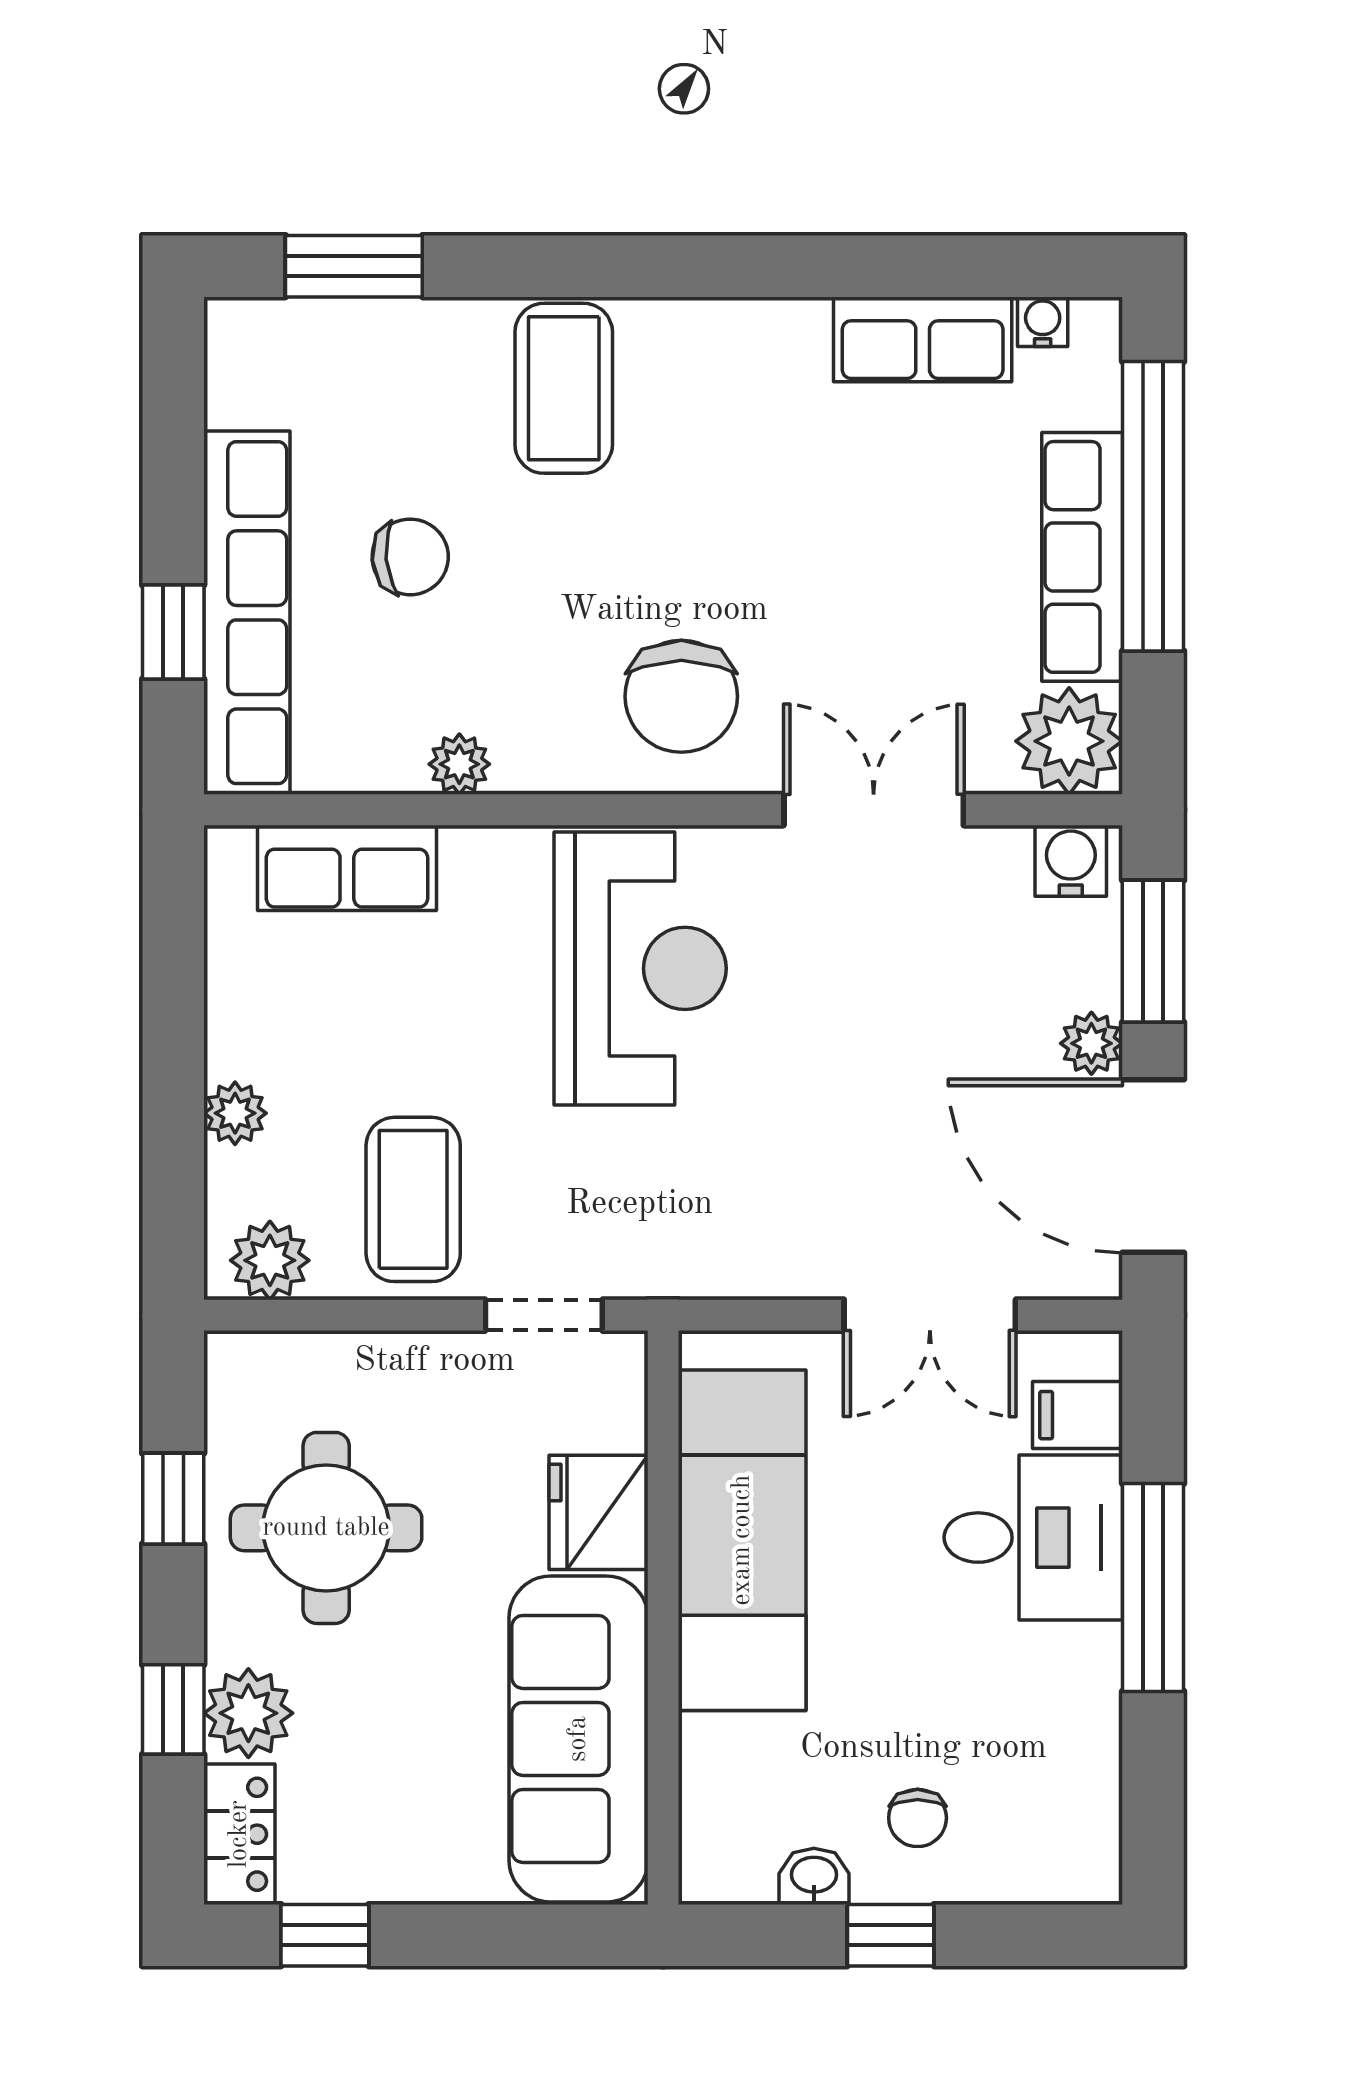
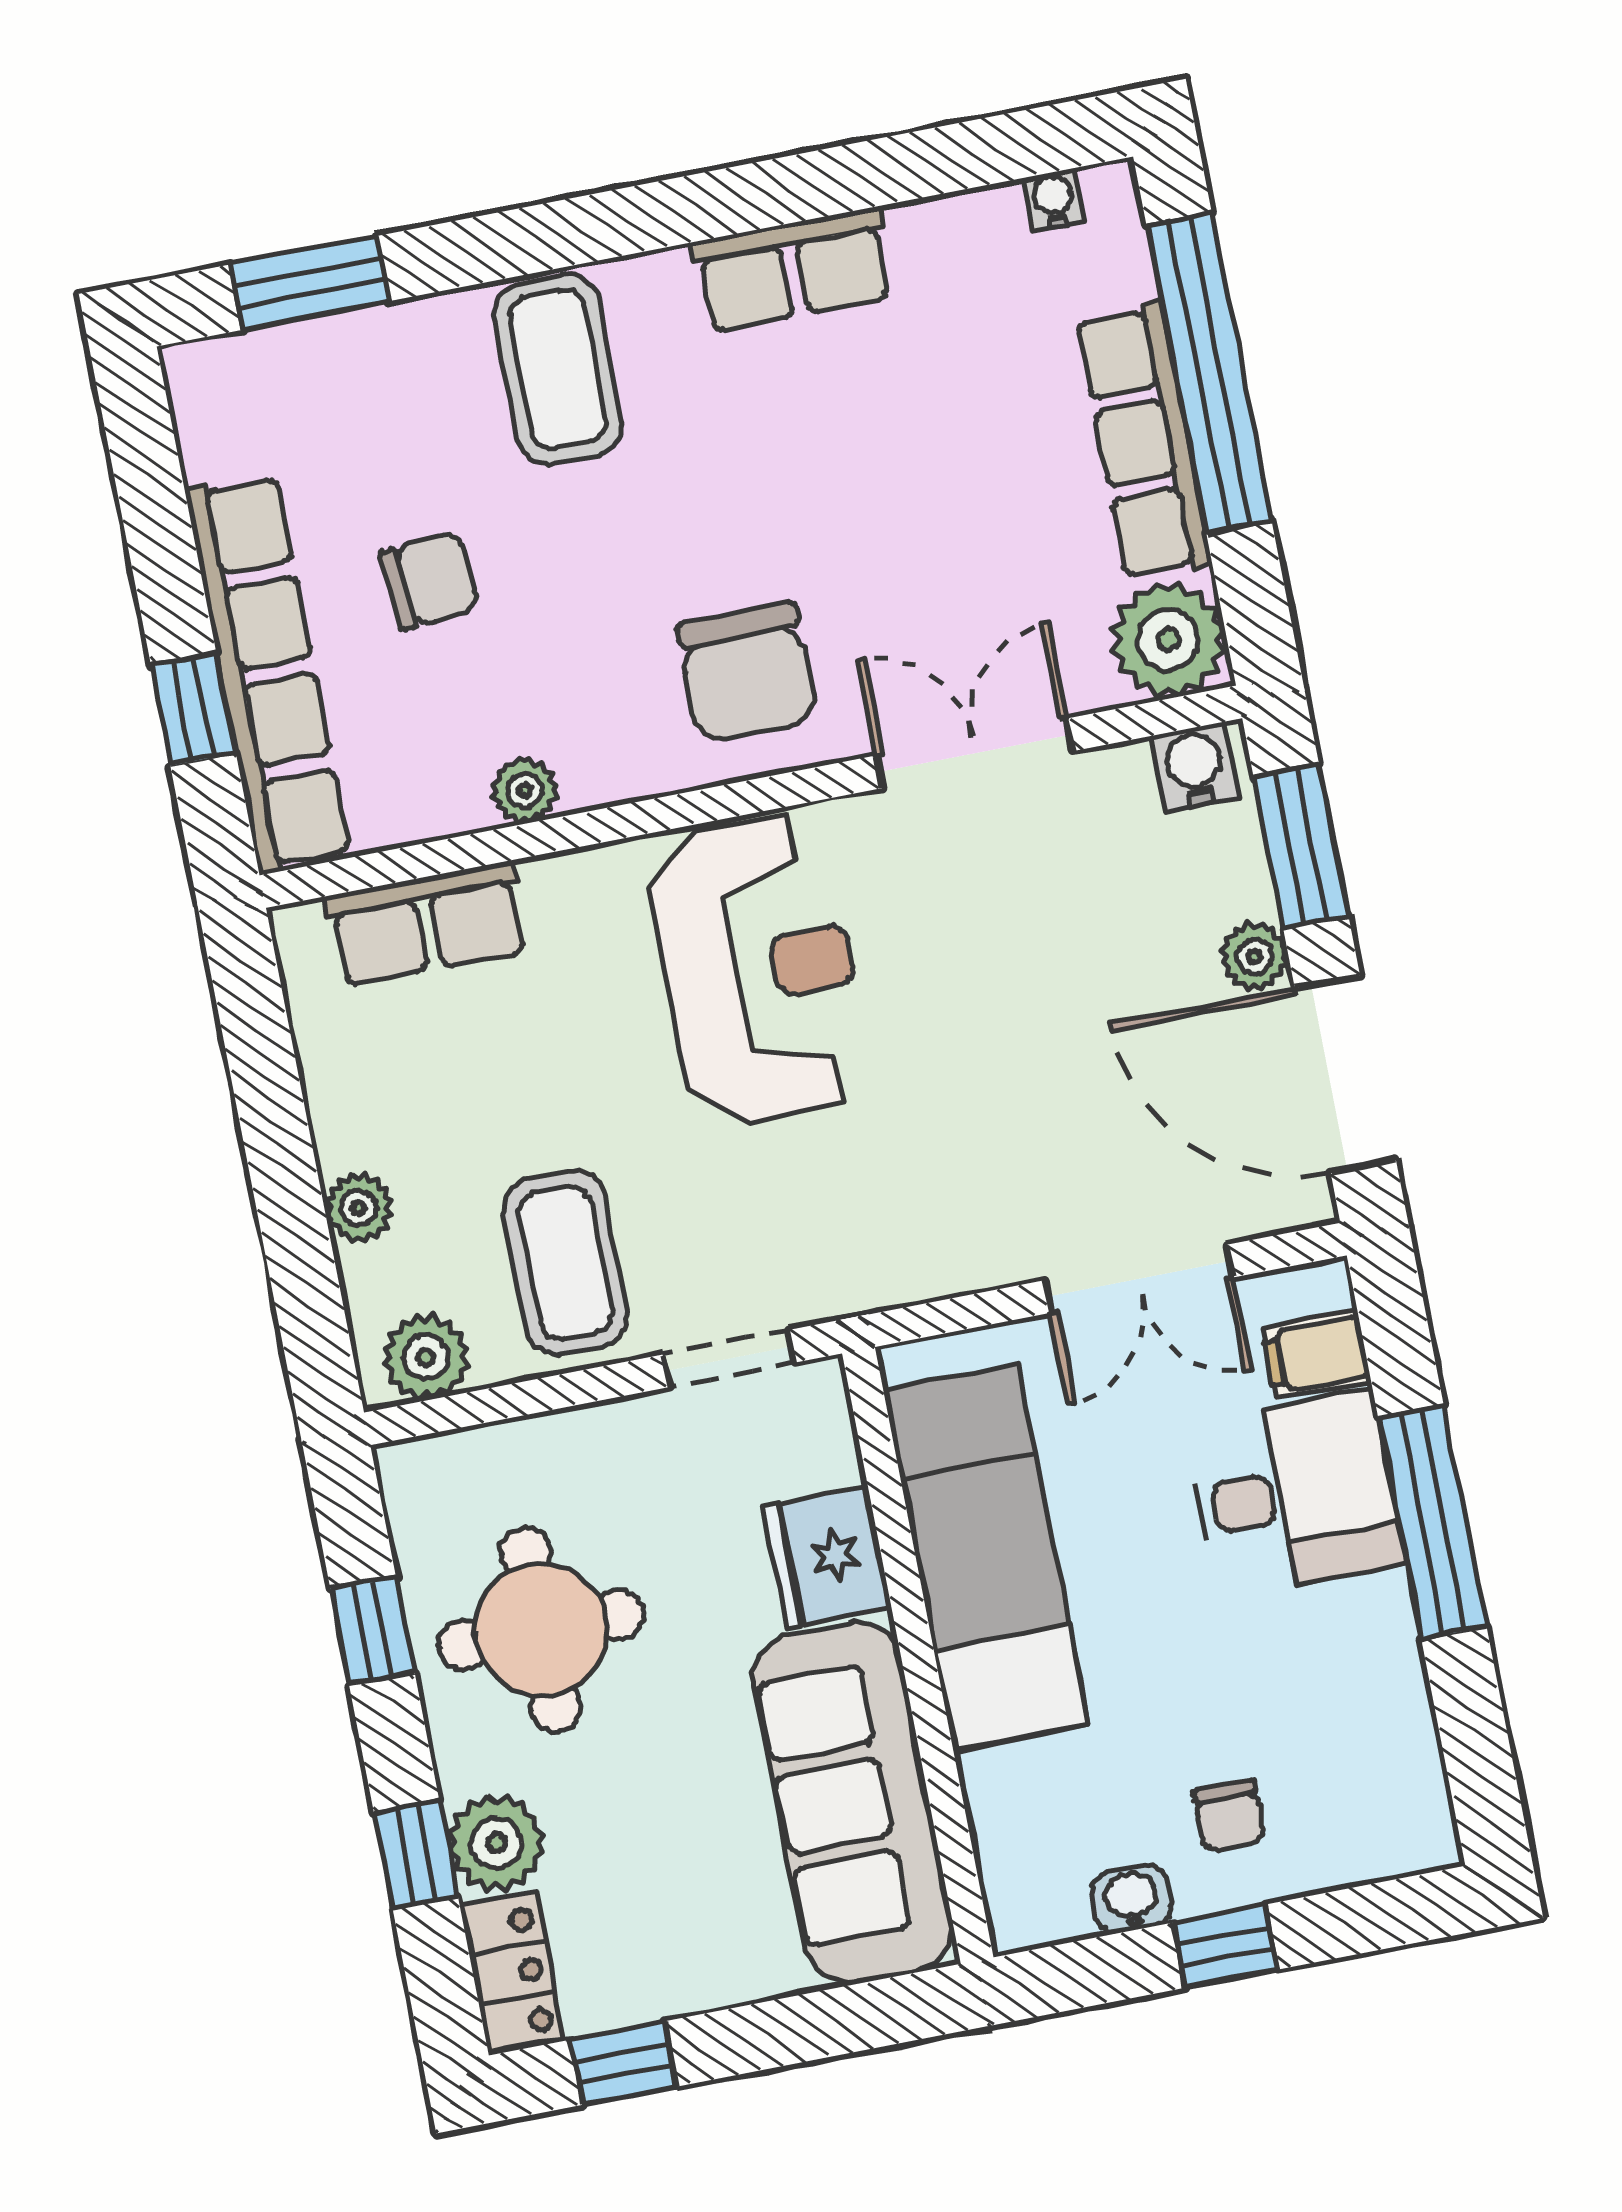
row of seats: (923, 339) -> (793, 270), moved

